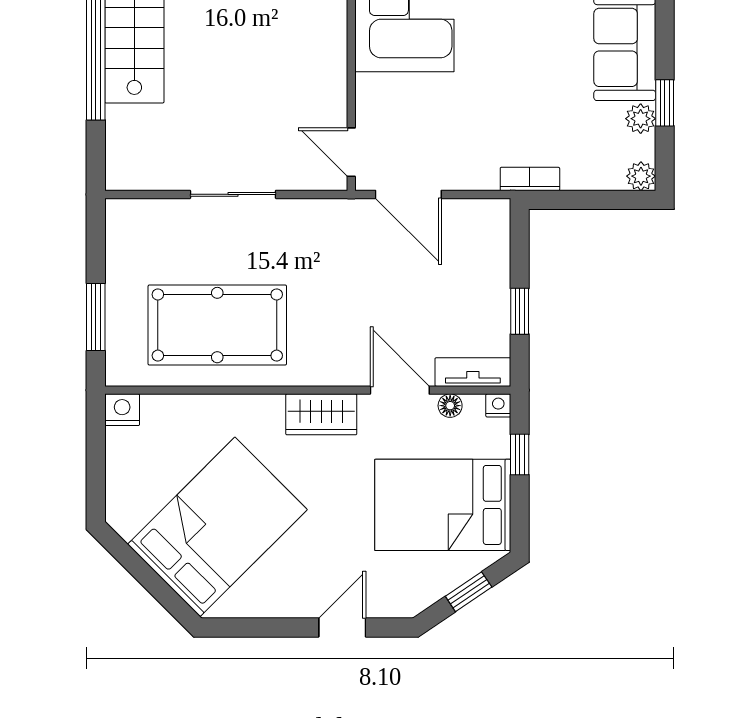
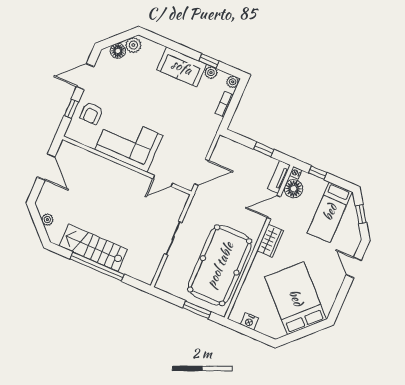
door: (351, 152) -> (163, 181), moved
bookcase: (530, 179) -> (224, 104), moved
pool table: (217, 325) -> (220, 265), width x1.36, depth x1.32
floor lamp: (450, 406) -> (294, 189), width x1.89, depth x1.89
nightstand: (122, 410) -> (249, 321), moved, turned -90
bed: (443, 505) -> (330, 212), width x0.67

